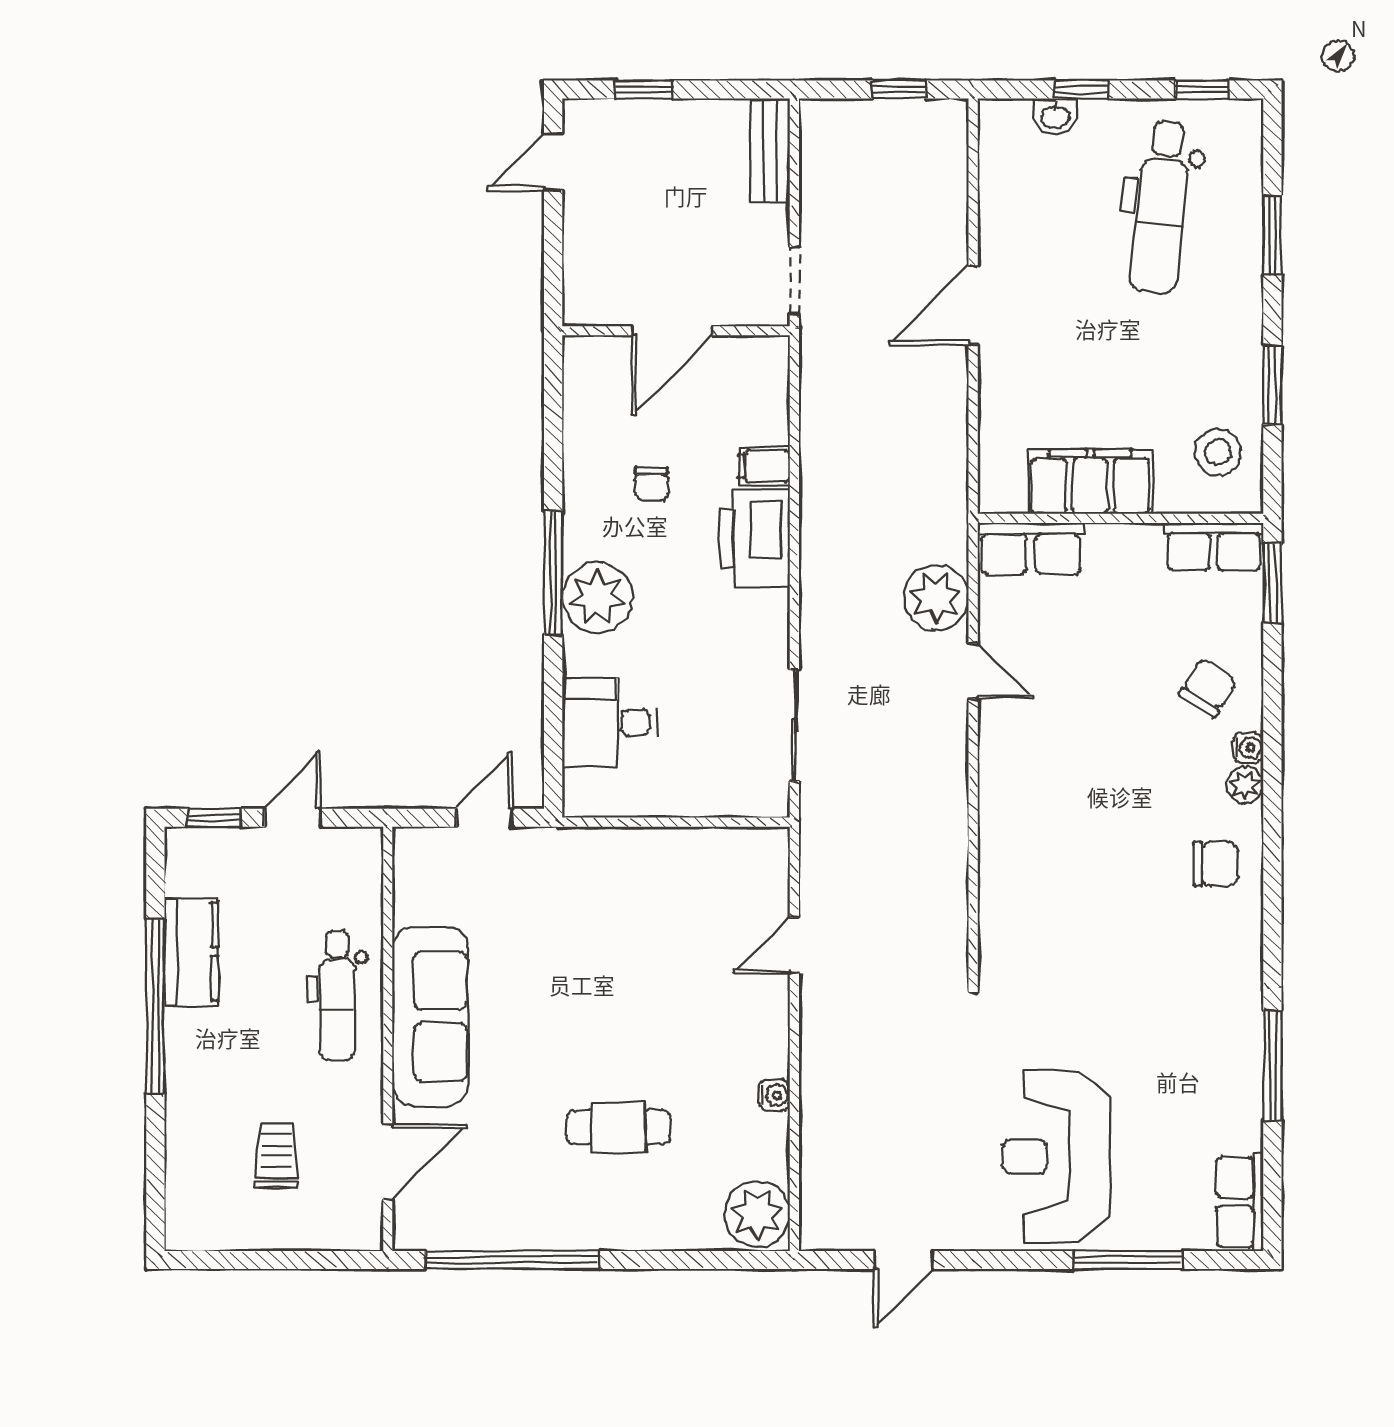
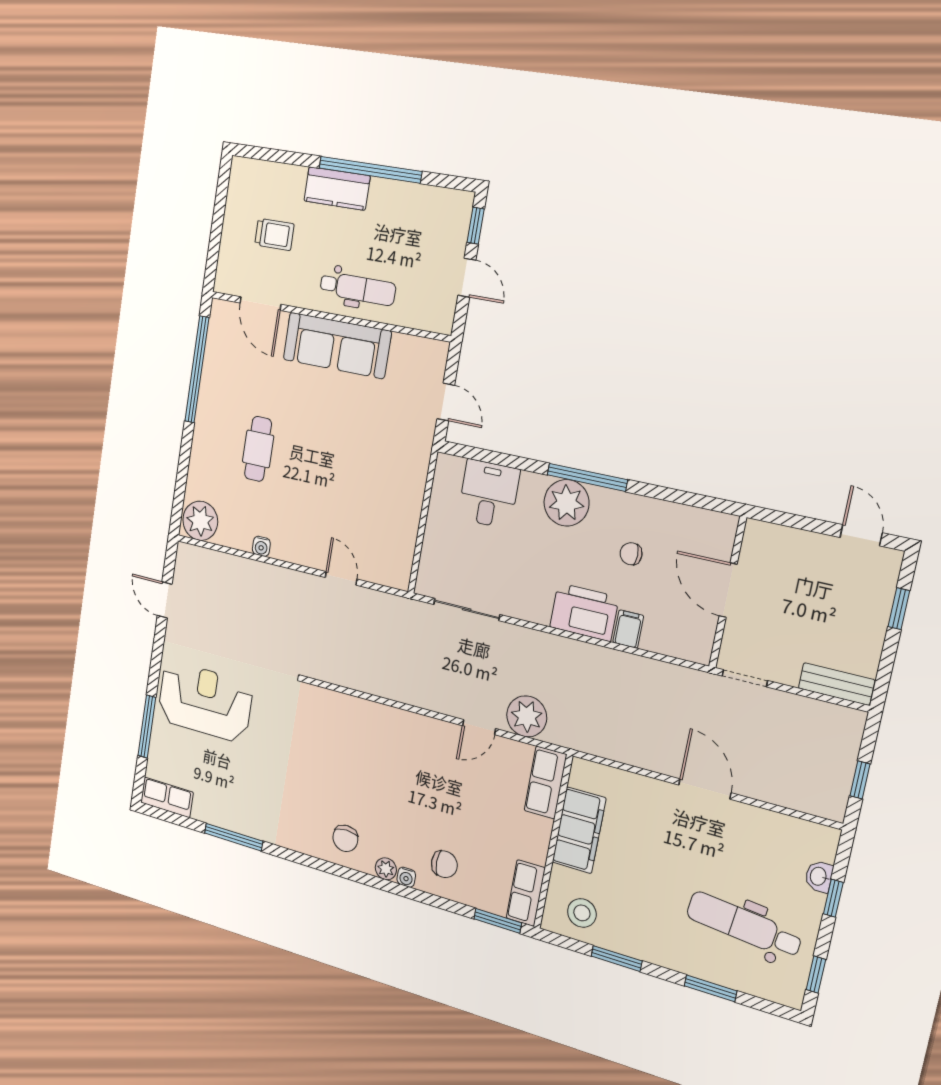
chair: (1208, 688) -> (444, 864), turned -32
kitchen counter: (191, 952) -> (337, 189), moved
dental chair: (337, 996) -> (358, 289), turned 180

